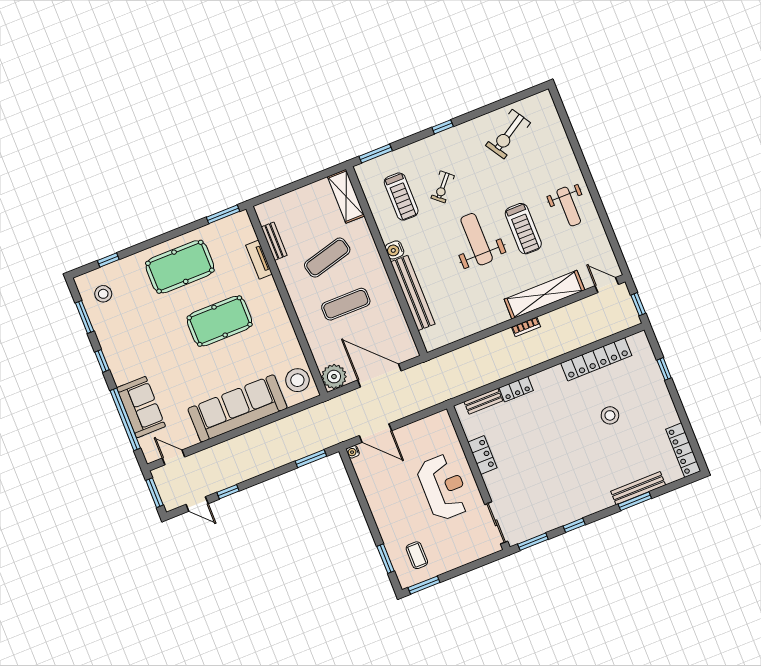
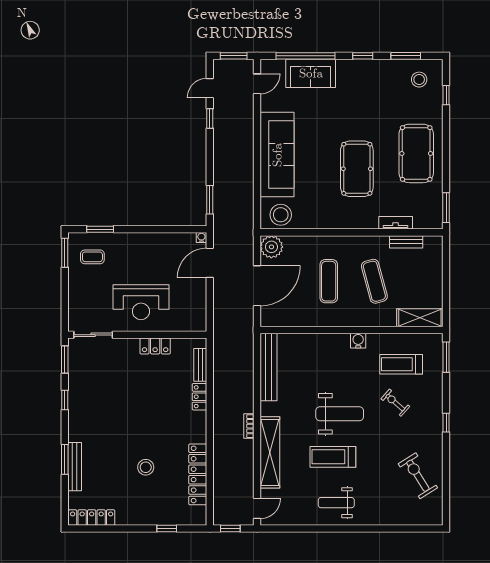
bench: (413, 293) -> (269, 367), moved, turned 90

